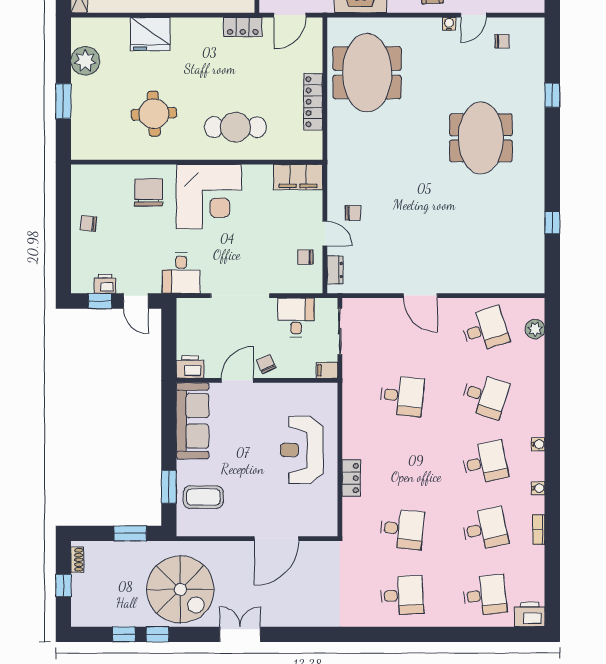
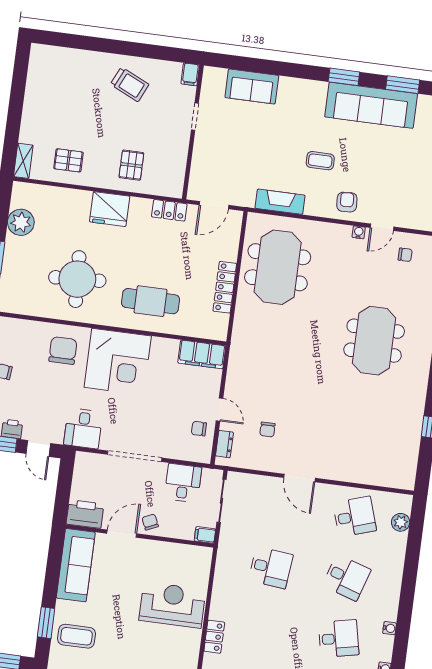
fridge: (150, 34) -> (110, 209), moved
round table: (154, 114) -> (77, 279), width x1.36, depth x1.36
chair: (353, 213) -> (267, 429), moved, turned 90
printer: (190, 367) -> (85, 514), width x1.37, depth x1.19
reception desk: (302, 450) -> (172, 605), turned 90

